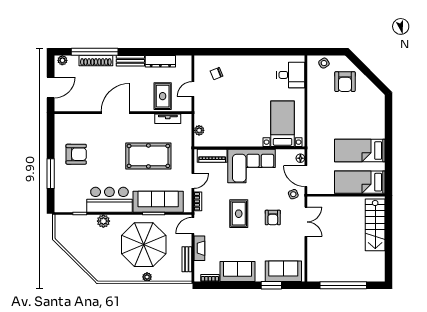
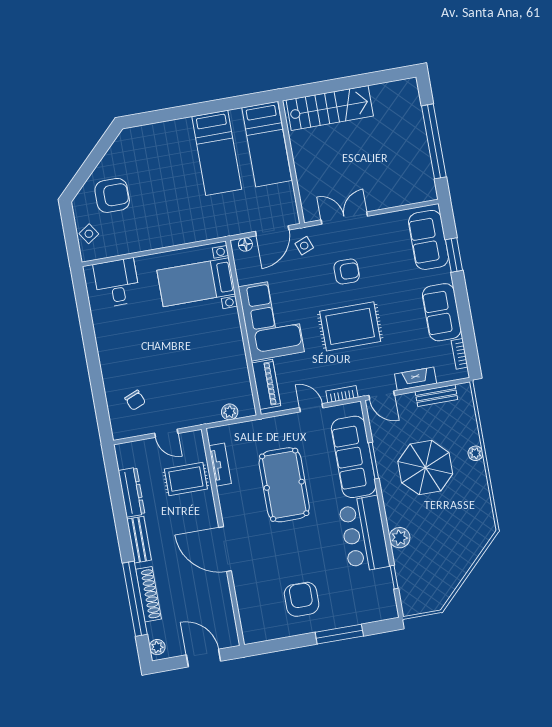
rug: (239, 214) -> (350, 326), width x1.36, depth x1.43
parasol: (144, 245) -> (425, 468), width x0.73, depth x0.73

